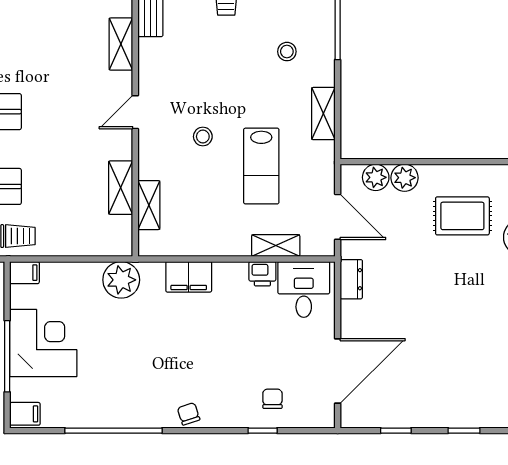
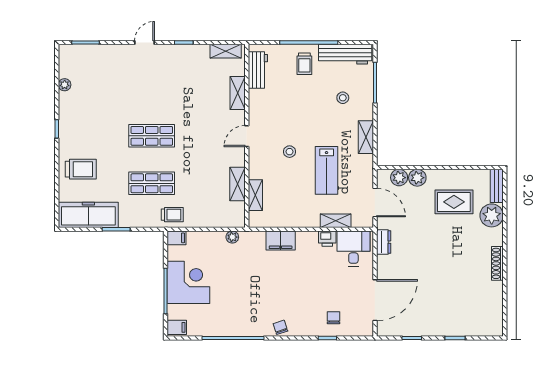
plant: (121, 280) -> (232, 237), width x0.53, depth x0.53

